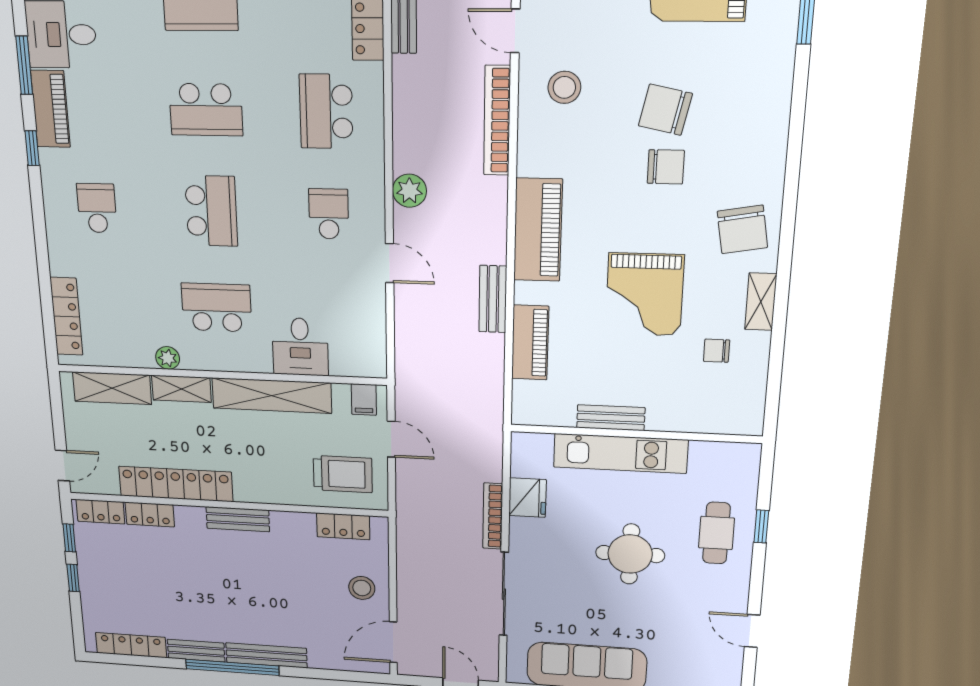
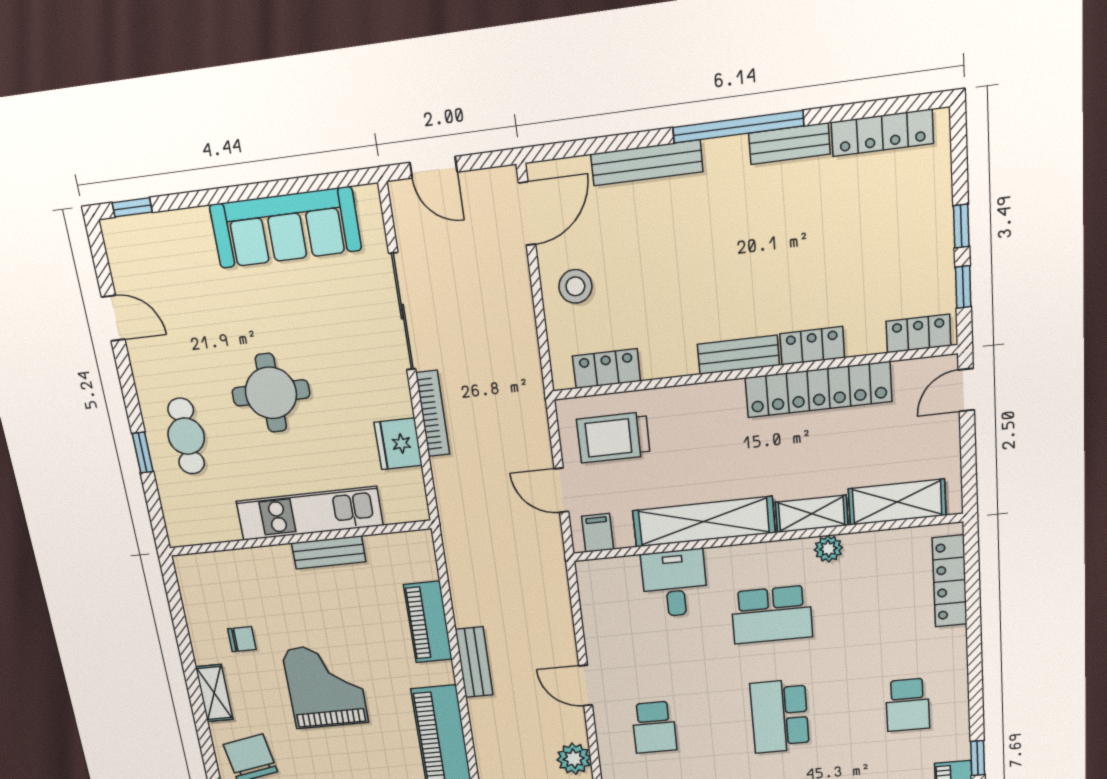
locker: (150, 514) -> (812, 346), moved
bench: (266, 655) -> (647, 163), moved

